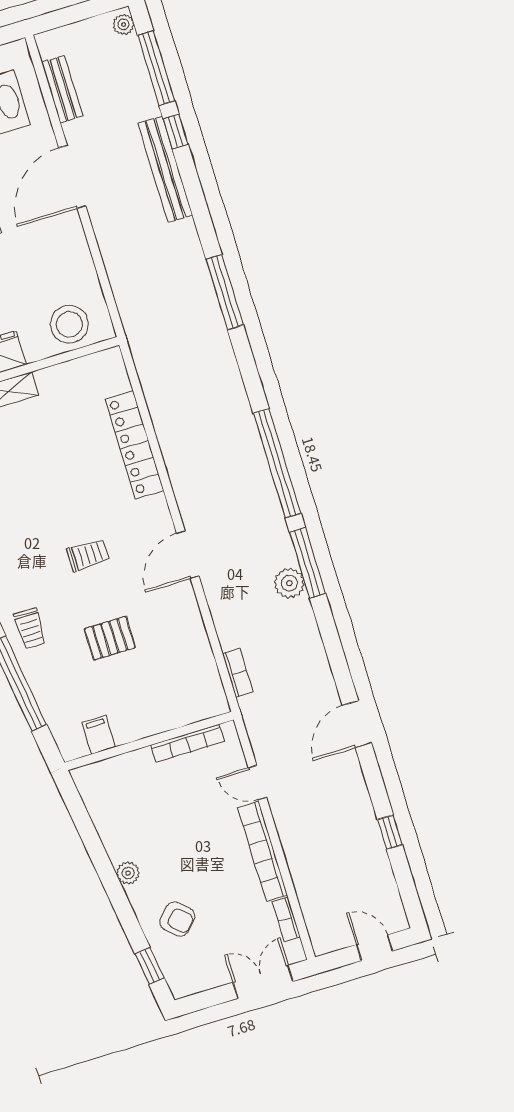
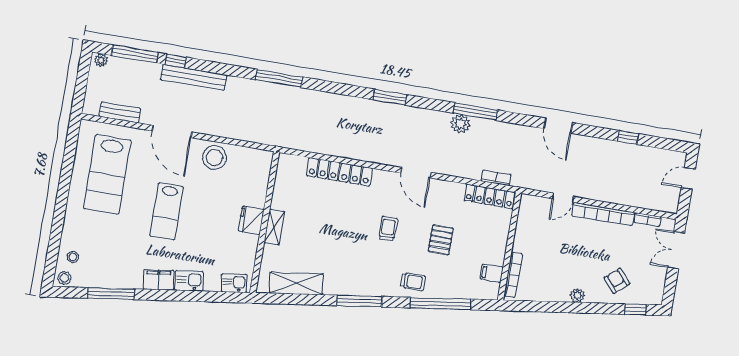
stool: (69, 324) -> (214, 158), moved
window: (277, 463) -> (390, 97), width x0.47
window: (307, 563) -> (475, 112), moved
locker: (207, 677) -> (490, 196), added
bookcase: (188, 743) -> (513, 275), moved
armchair: (177, 919) -> (617, 281), turned -85

